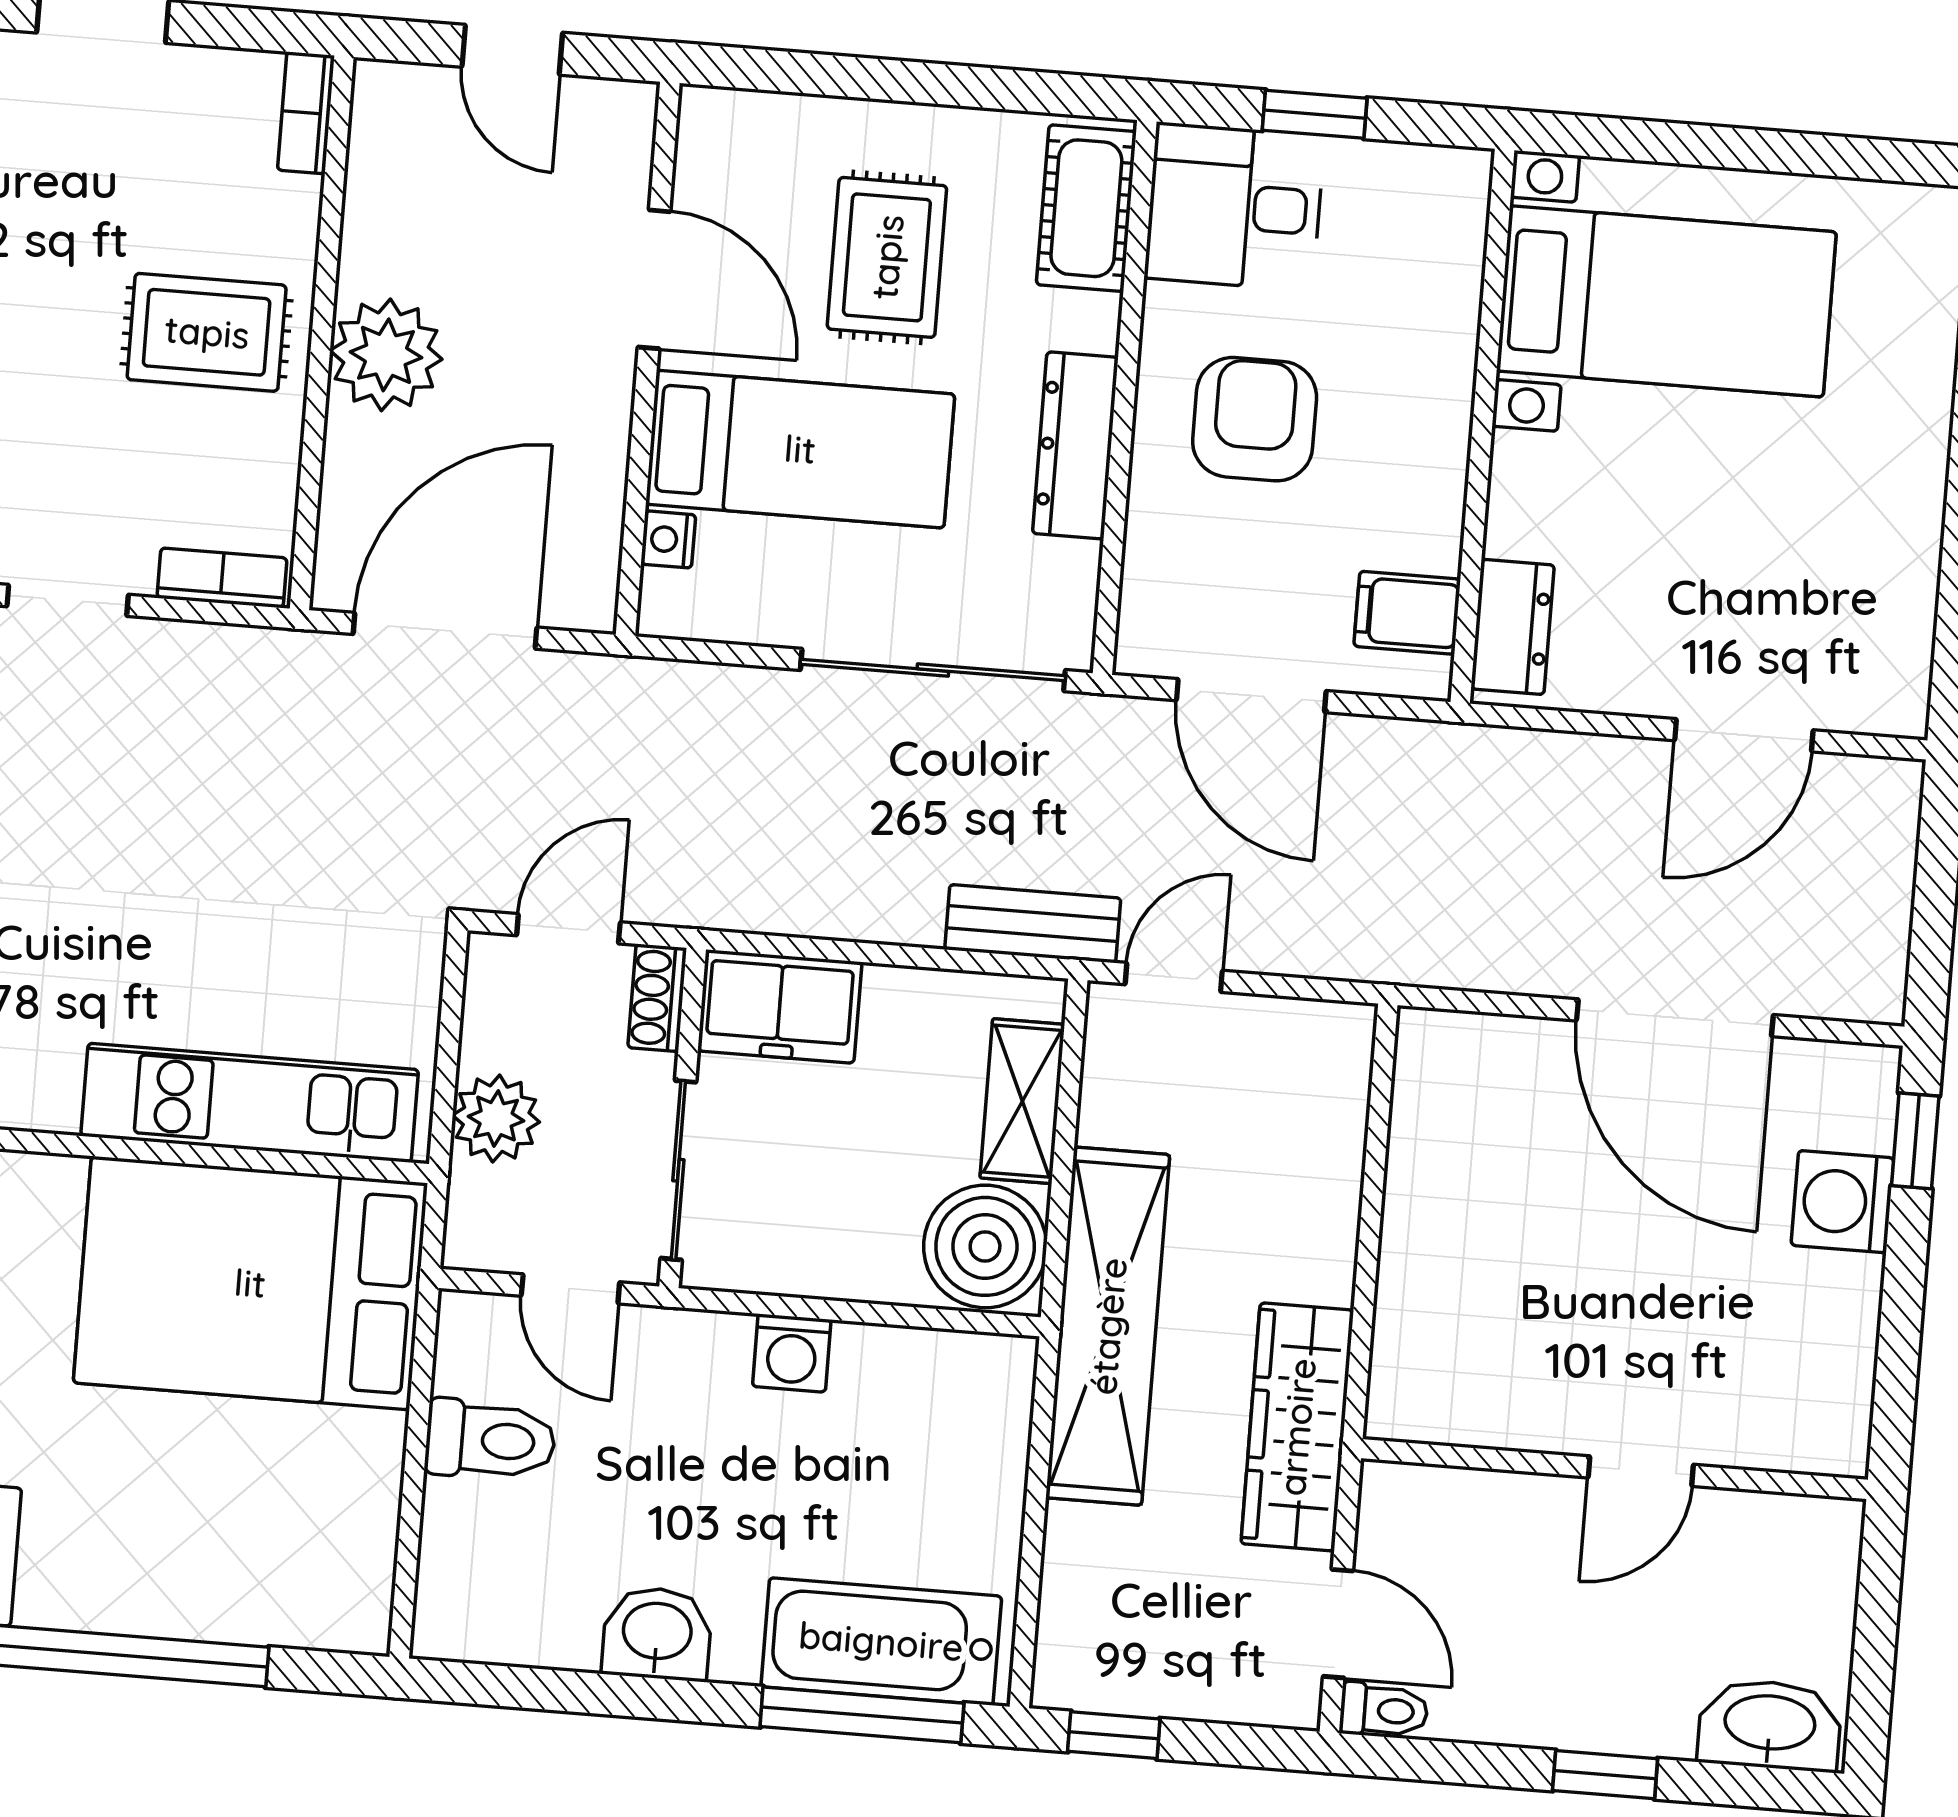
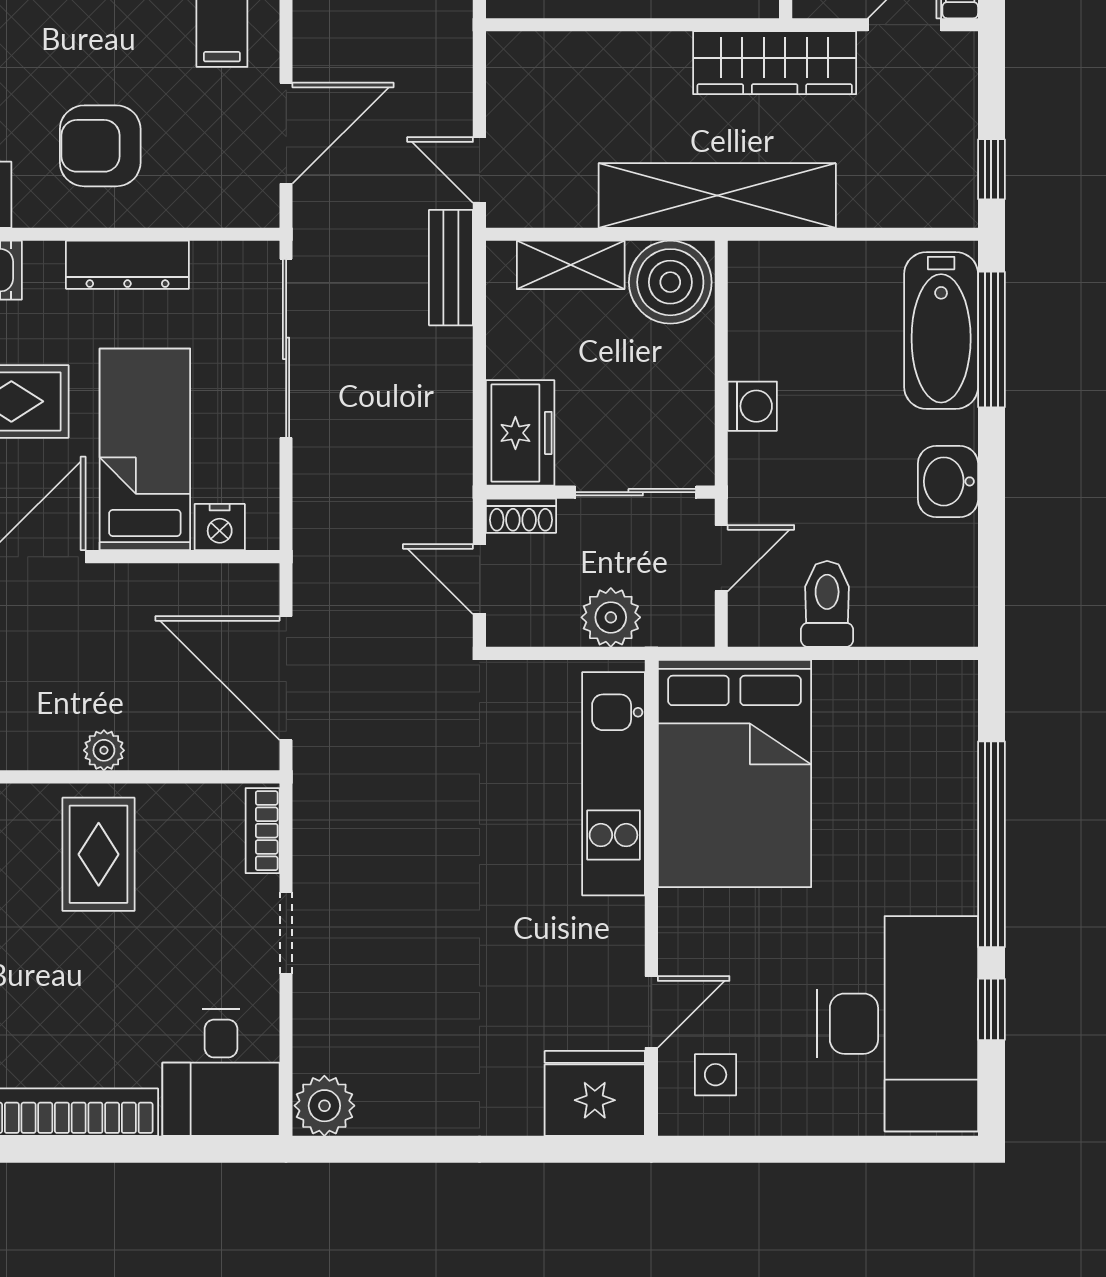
plant: (386, 355) -> (104, 750), width x0.53, depth x0.53
nightstand: (668, 539) -> (220, 527), width x1.39, depth x1.35

